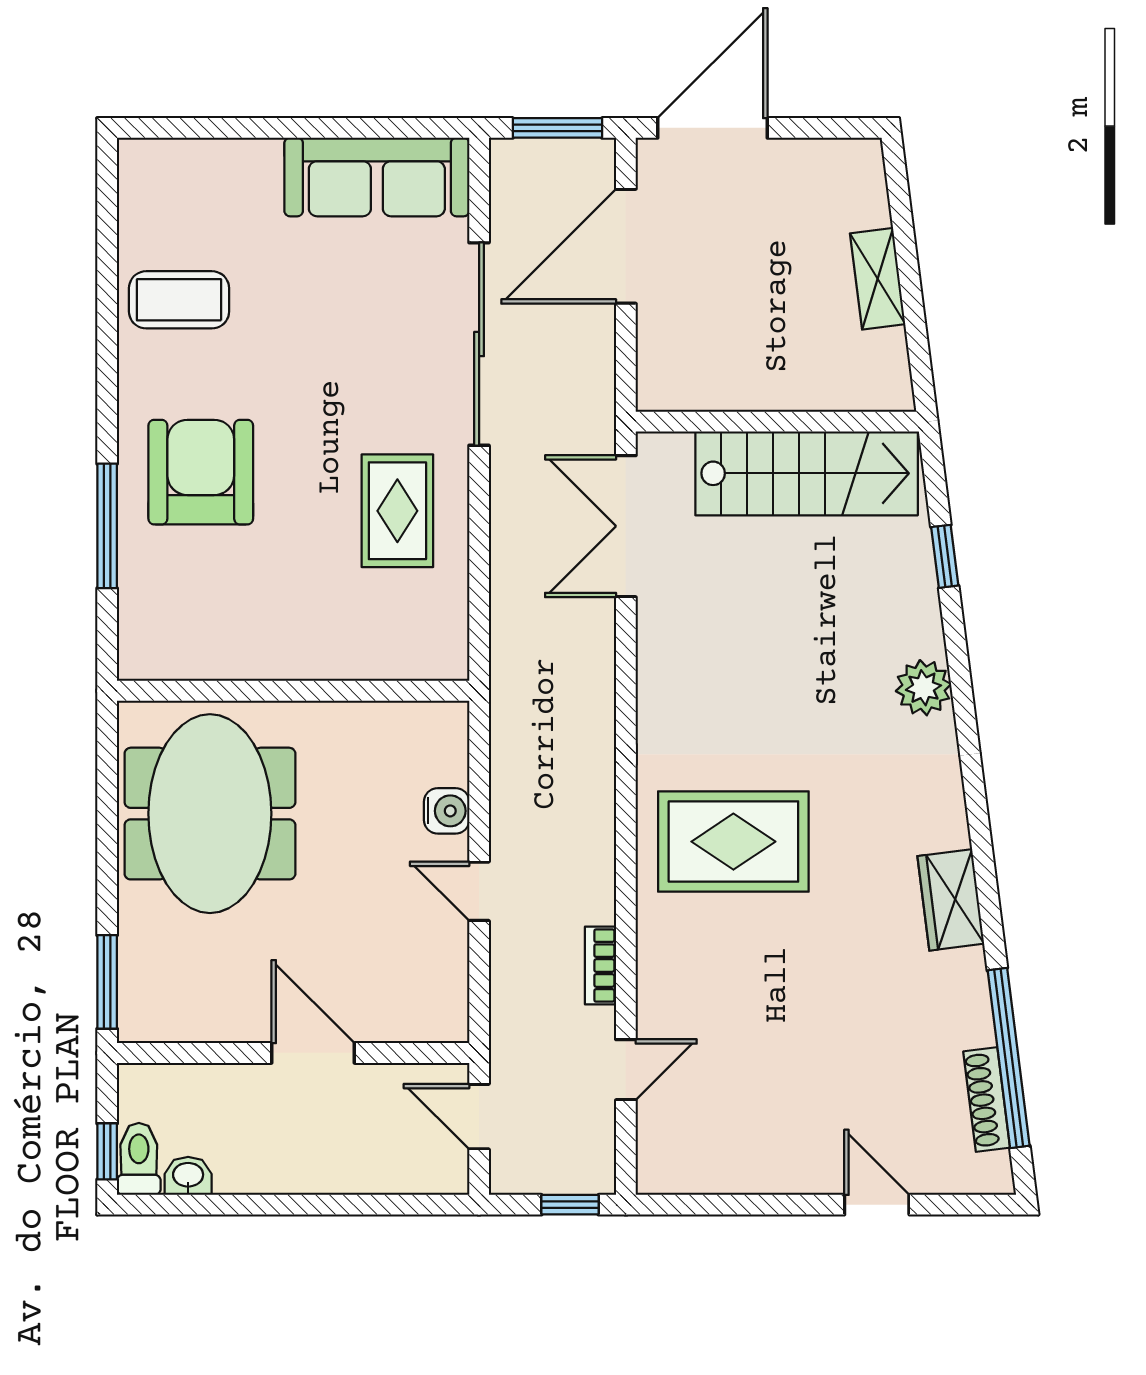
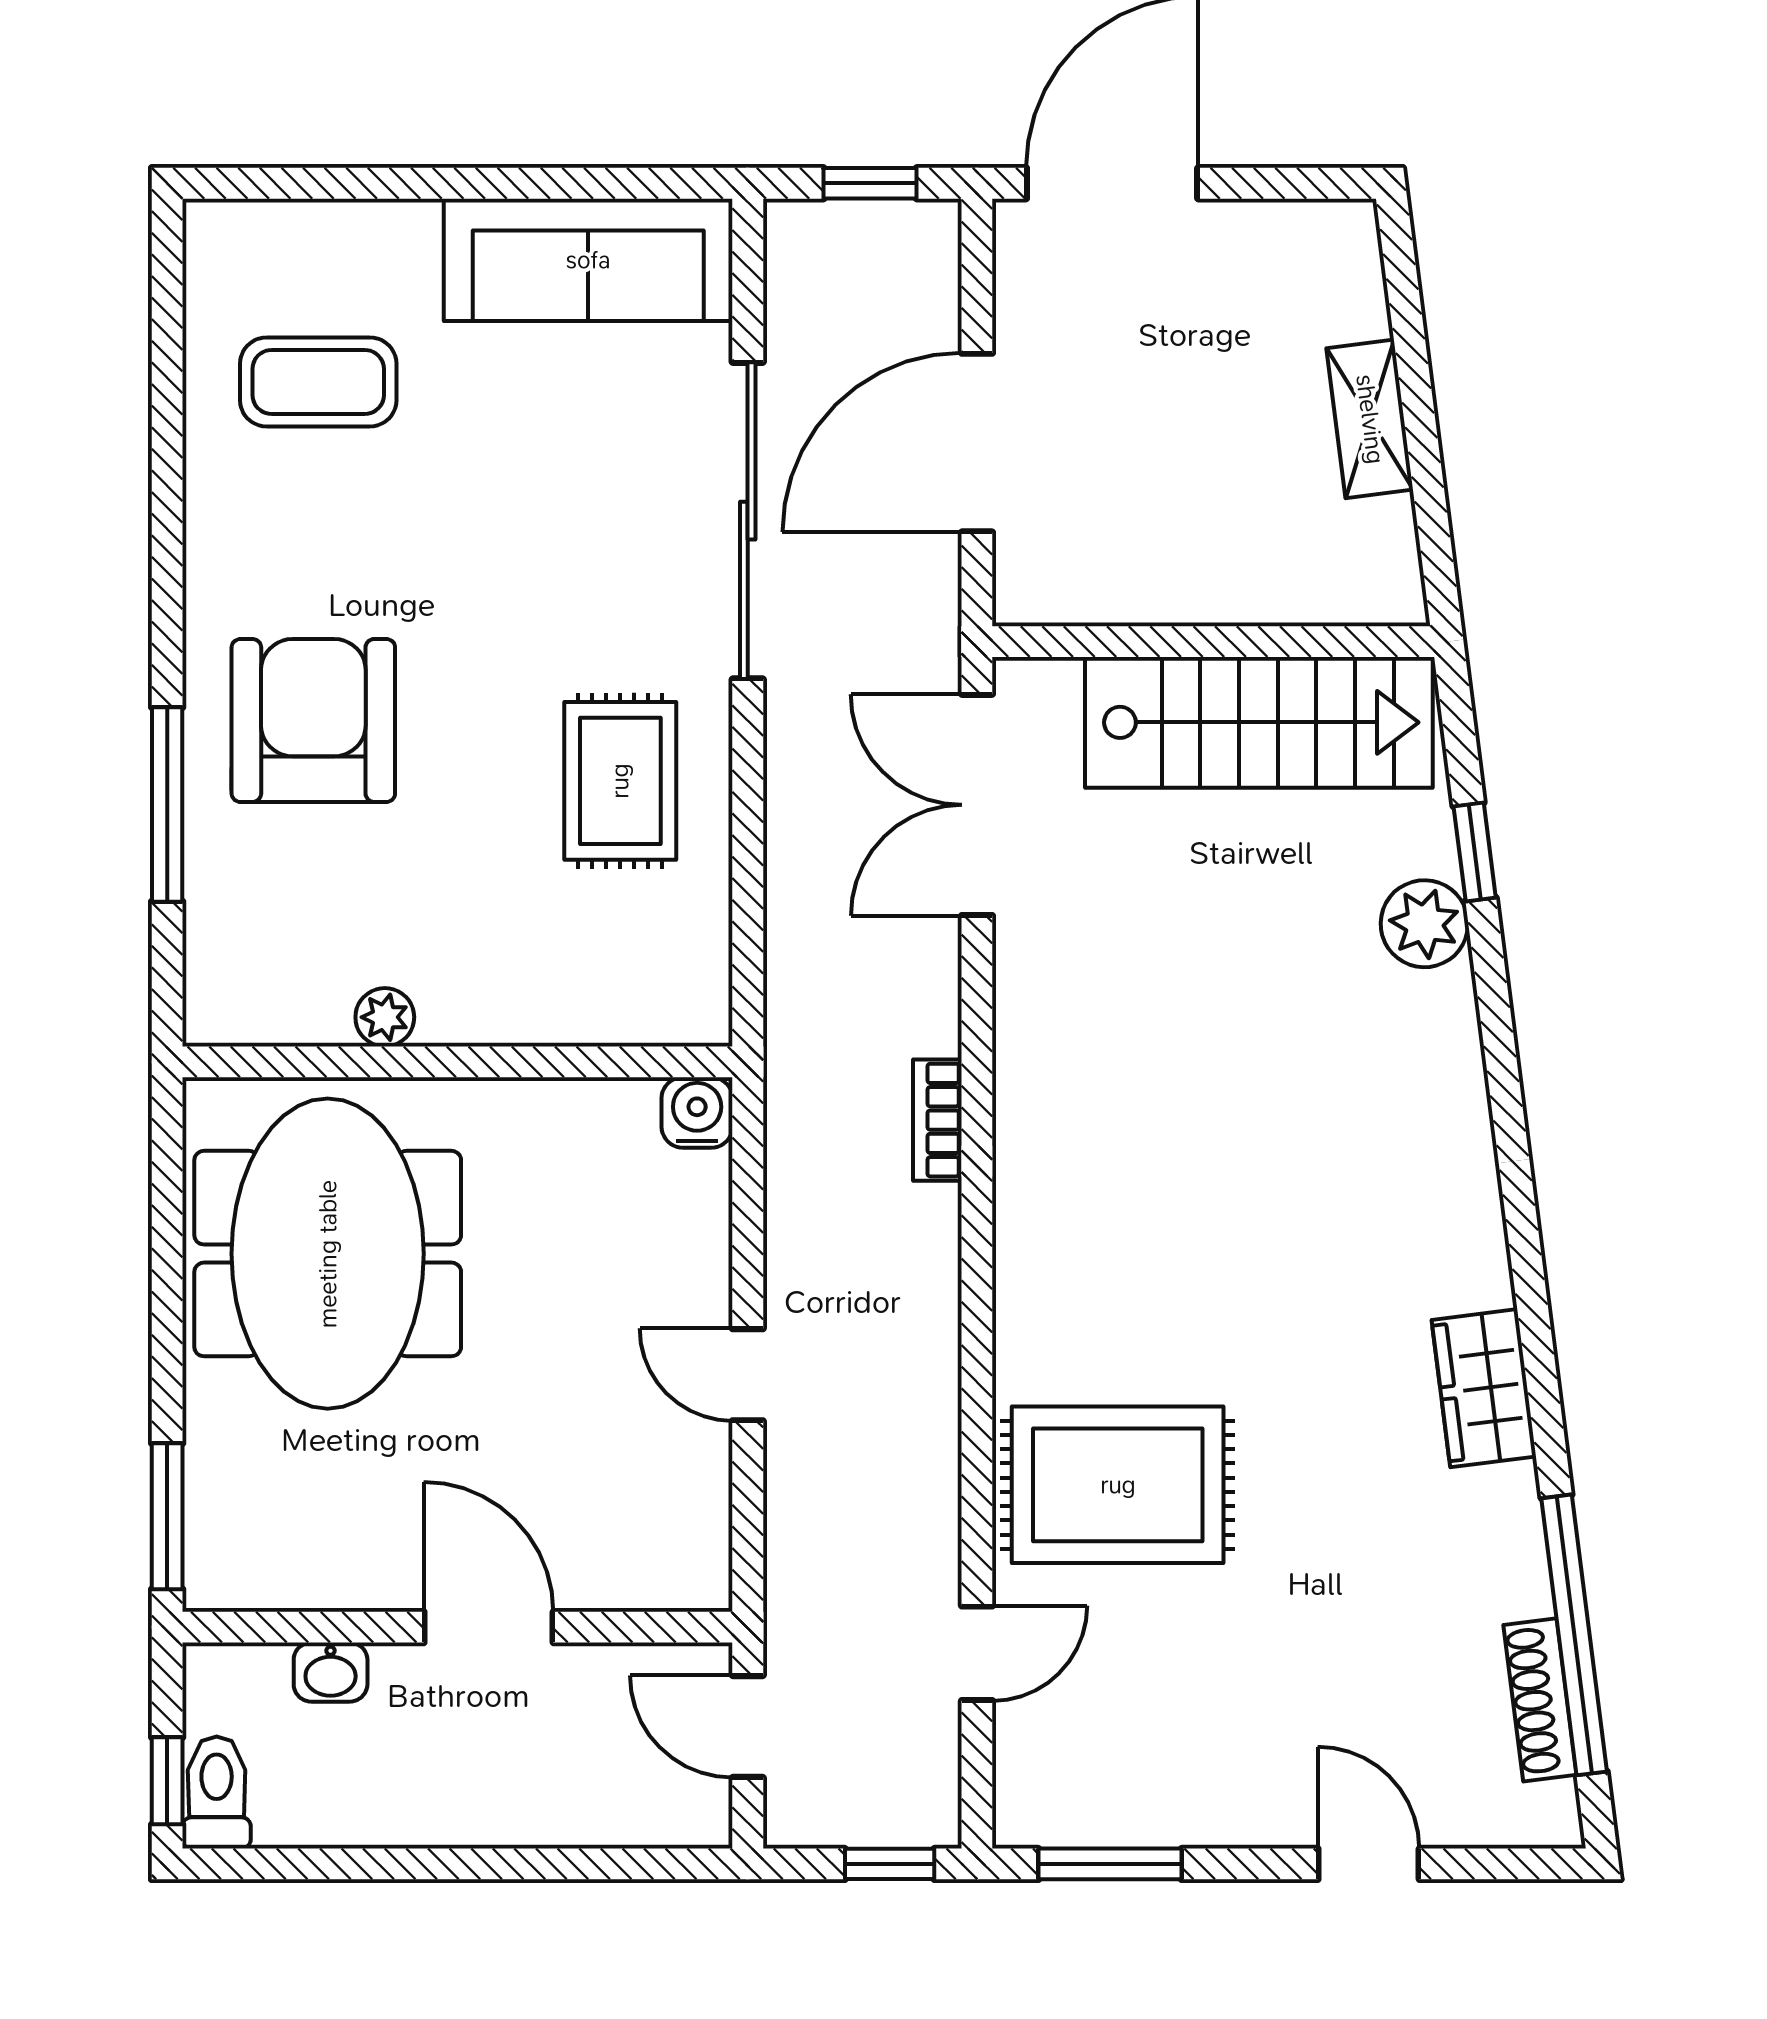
window: (557, 128) -> (870, 183), width x0.67
door: (626, 246) -> (977, 443), moved
coffee table: (179, 300) -> (318, 382), moved
plant: (247, 662) -> (385, 1017), added
plant: (923, 688) -> (1424, 924), moved
water cooler: (447, 811) -> (697, 1112), moved, turned -90
rug: (733, 842) -> (1118, 1485), moved
bookcase: (601, 966) -> (937, 1120), moved
washbasin: (188, 1176) -> (331, 1672), moved, turned 180
window: (711, 1205) -> (1110, 1864), added

